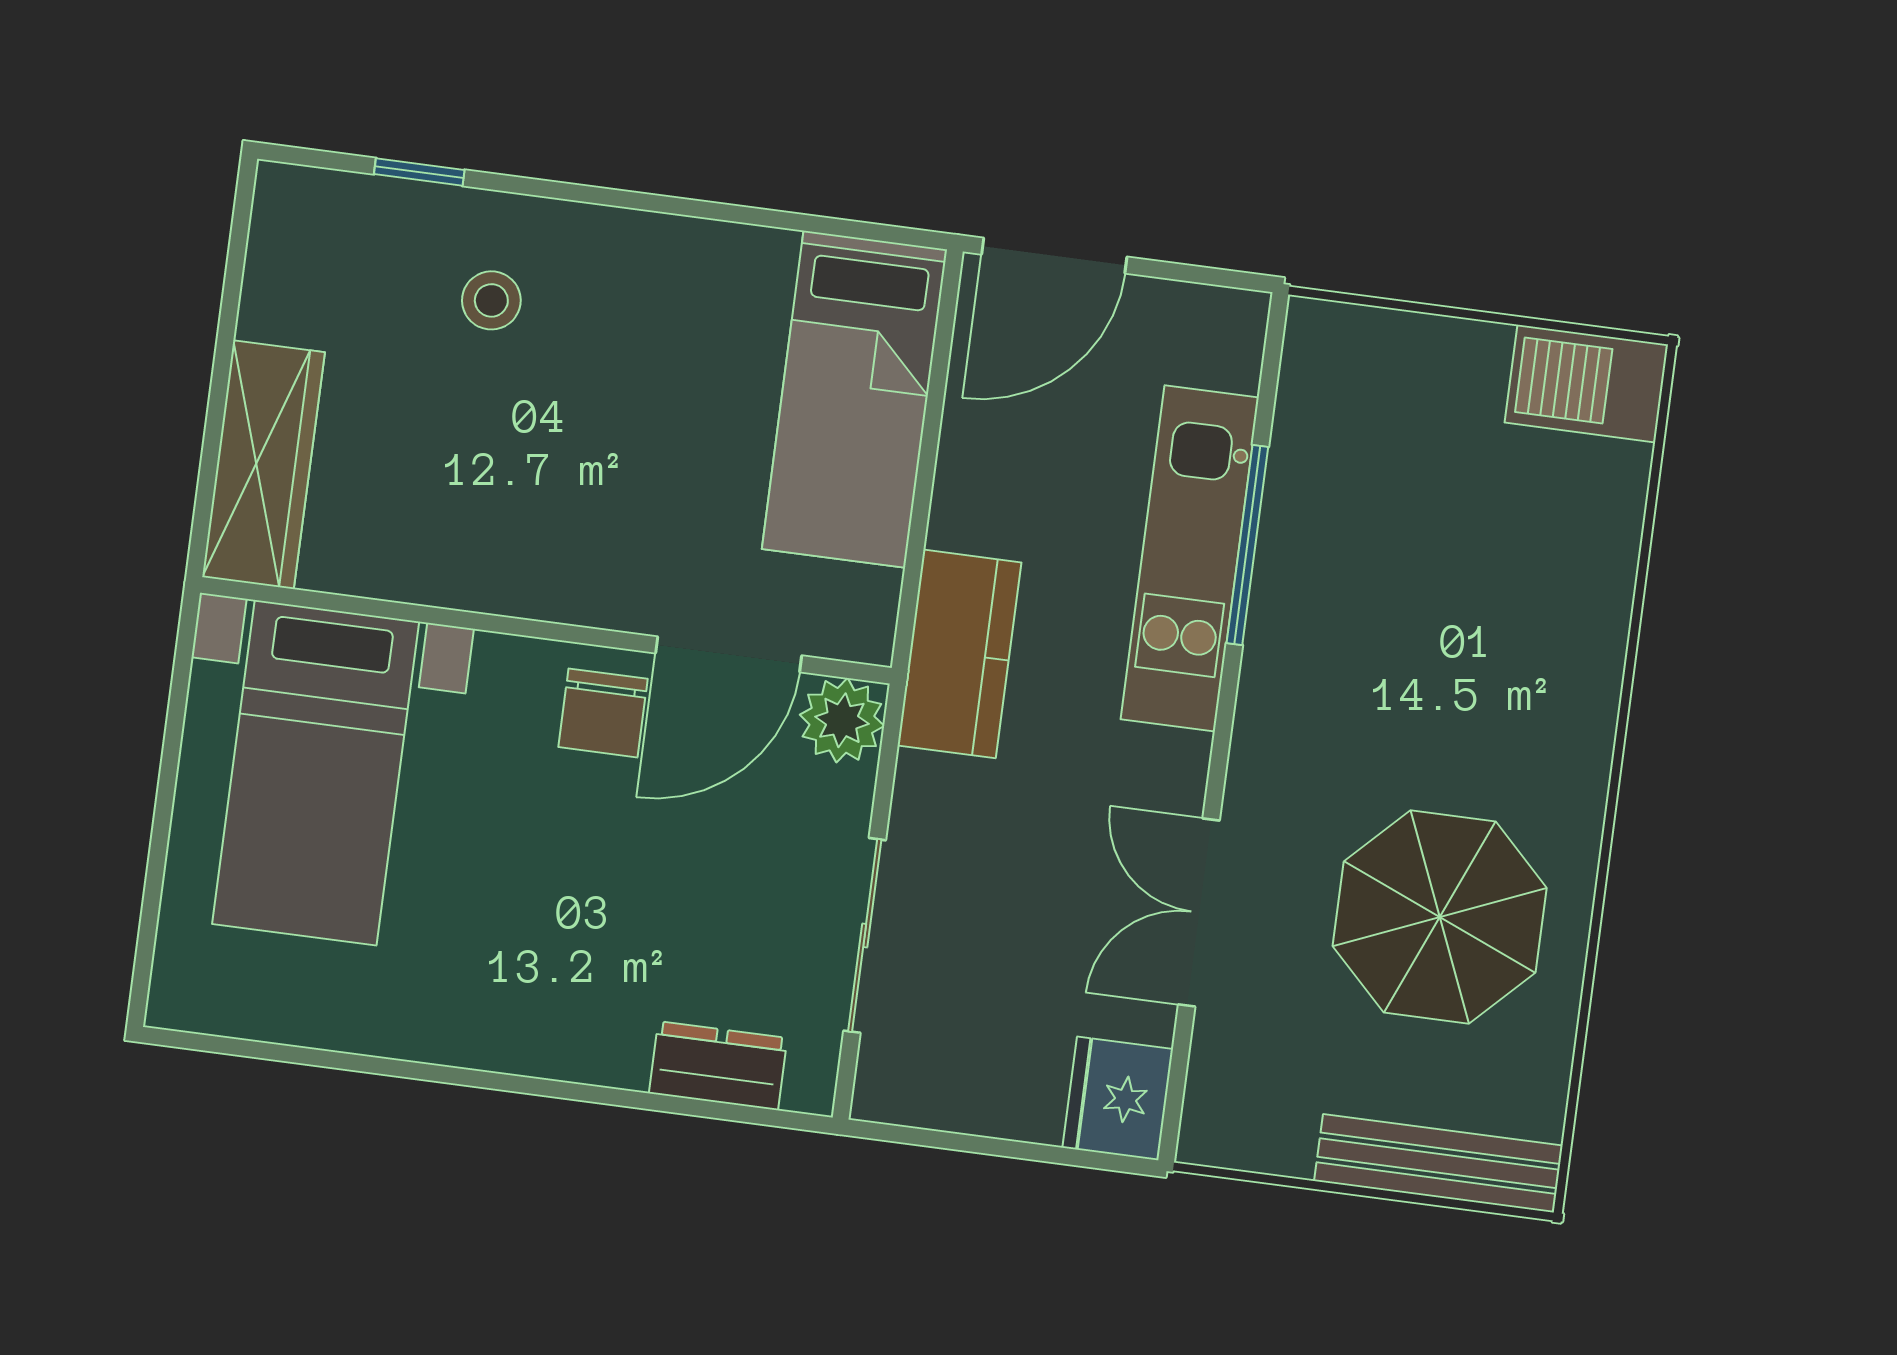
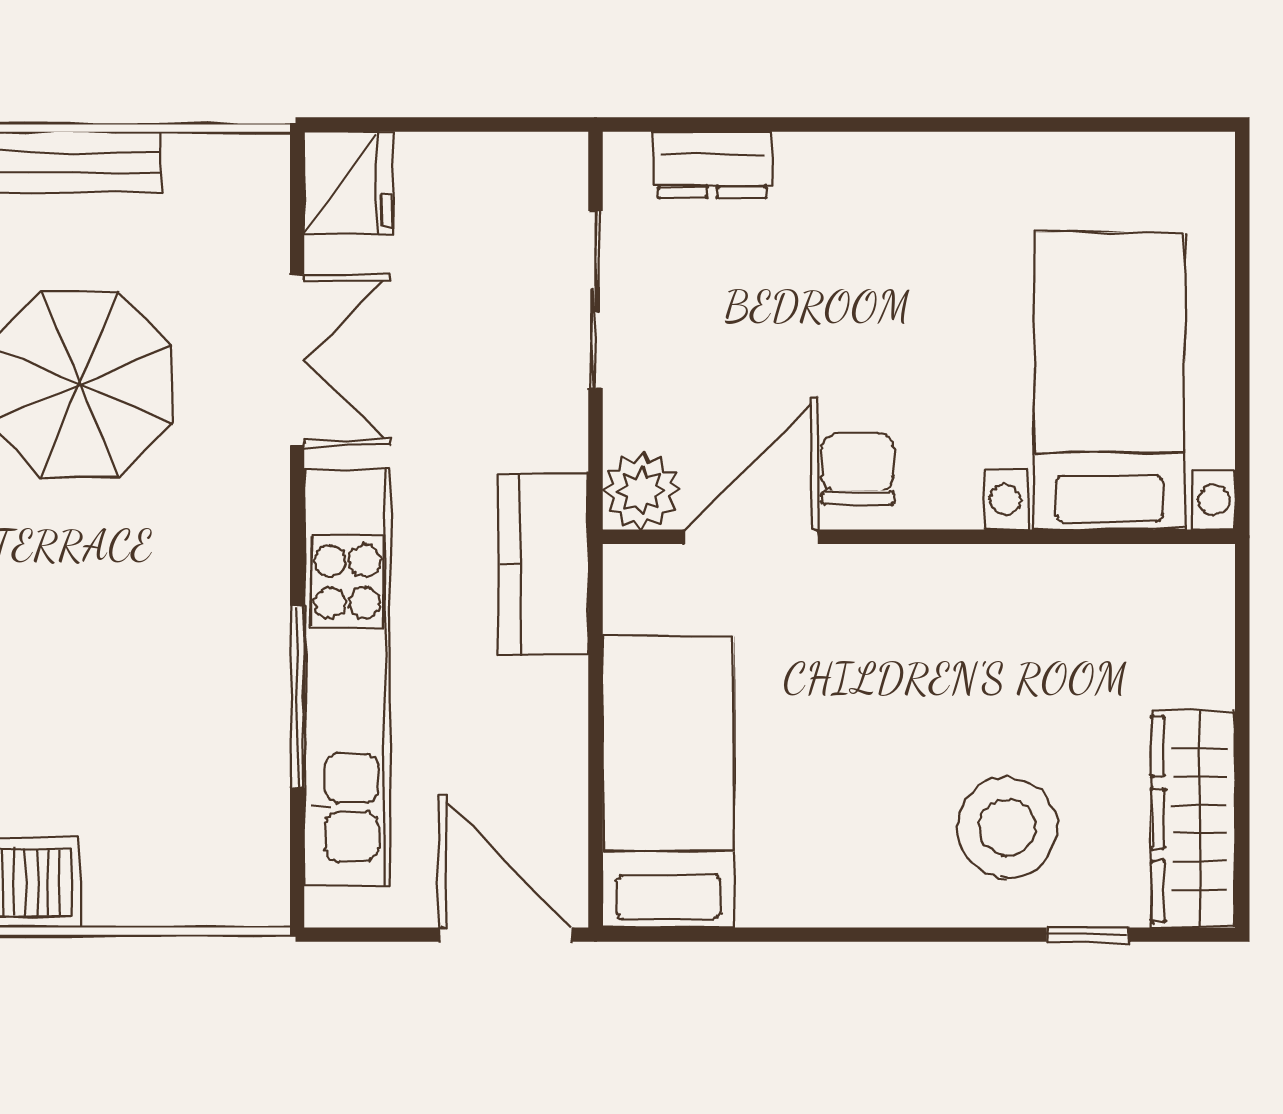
door: (1054, 256) -> (505, 935), hinge flipped
stool: (491, 300) -> (1007, 827), width x1.89, depth x1.89
wardrobe: (263, 465) -> (1193, 819), moved
kitchen unit: (1190, 558) -> (347, 678), width x1.36

